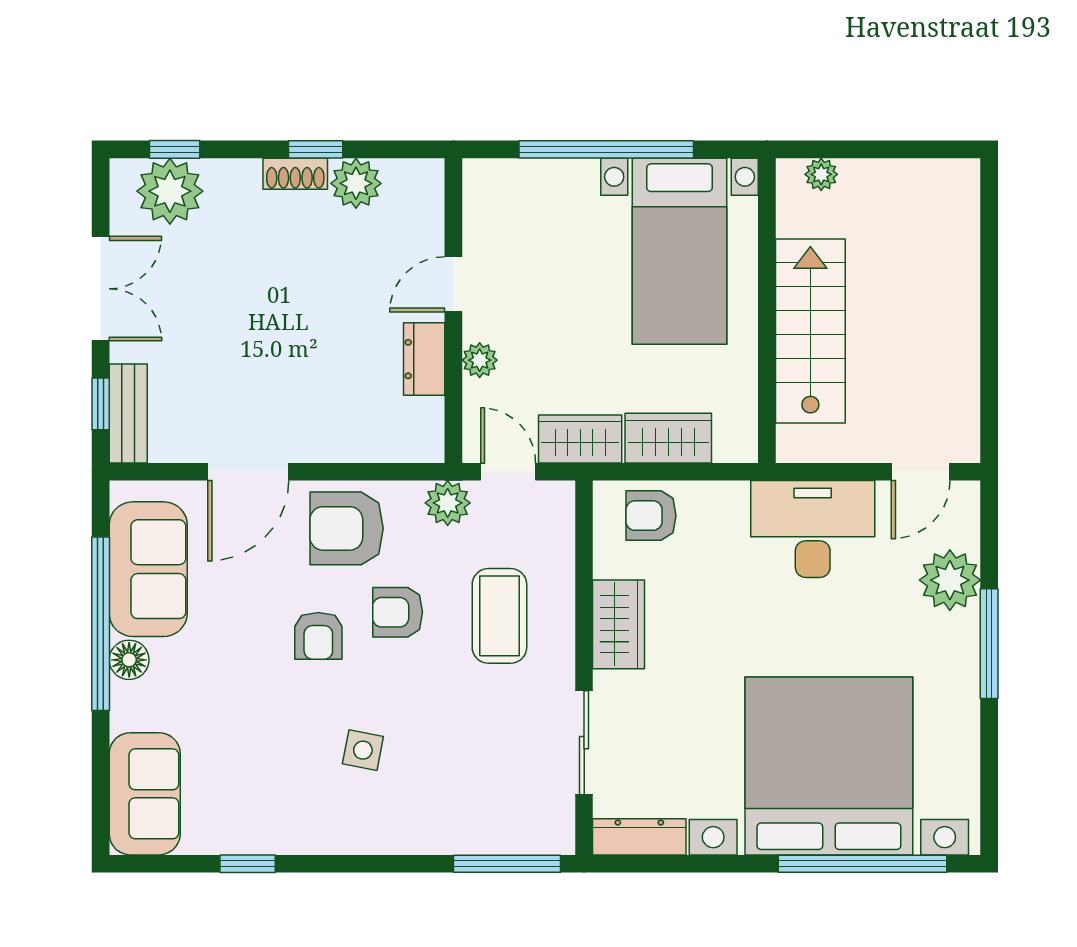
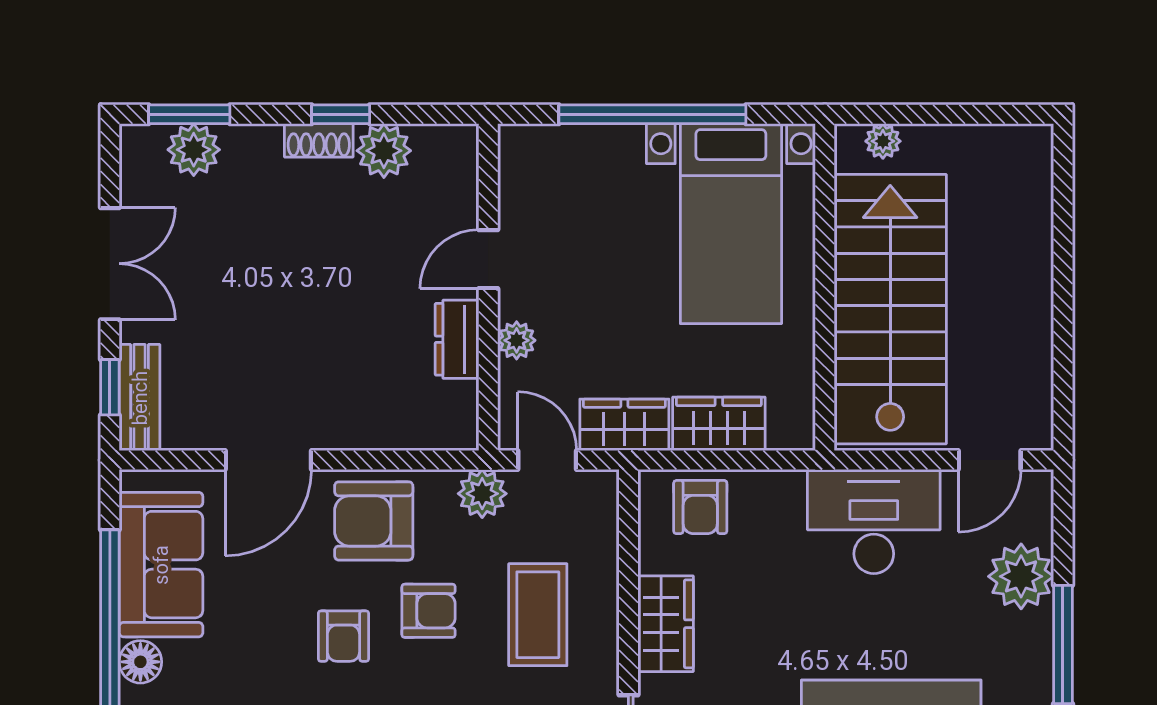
window: (175, 149) -> (189, 114), width x1.50
plant: (170, 191) -> (194, 150), width x0.73, depth x0.73
stairs: (810, 331) -> (890, 309), width x1.36, depth x1.51
armchair: (651, 516) -> (700, 507), turned -90
armchair: (398, 612) -> (429, 611), turned 180

